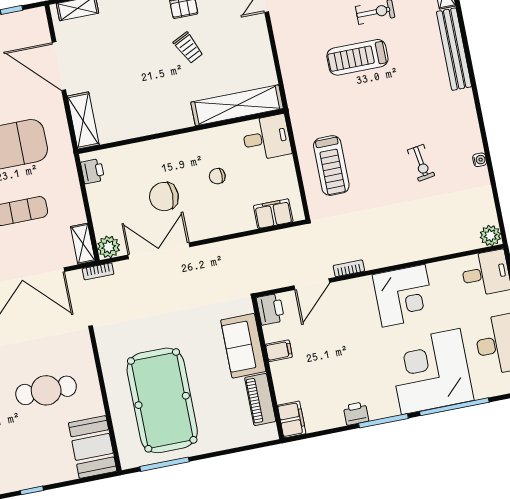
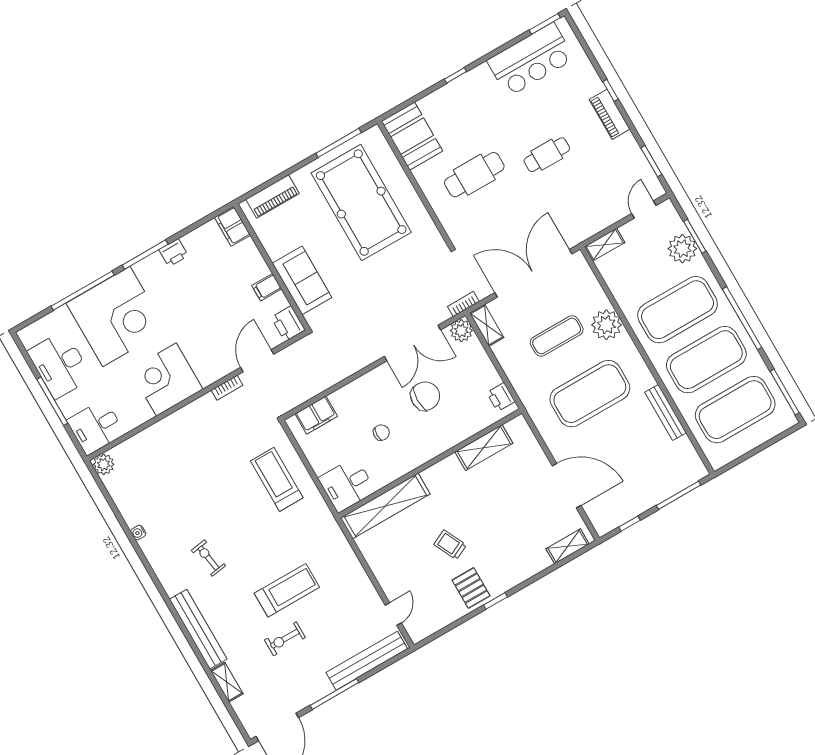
shelving: (83, 120) -> (484, 448), moved, turned 90
exercise bike: (421, 163) -> (208, 558), moved
piano: (260, 400) -> (272, 196), moved, turned 90

